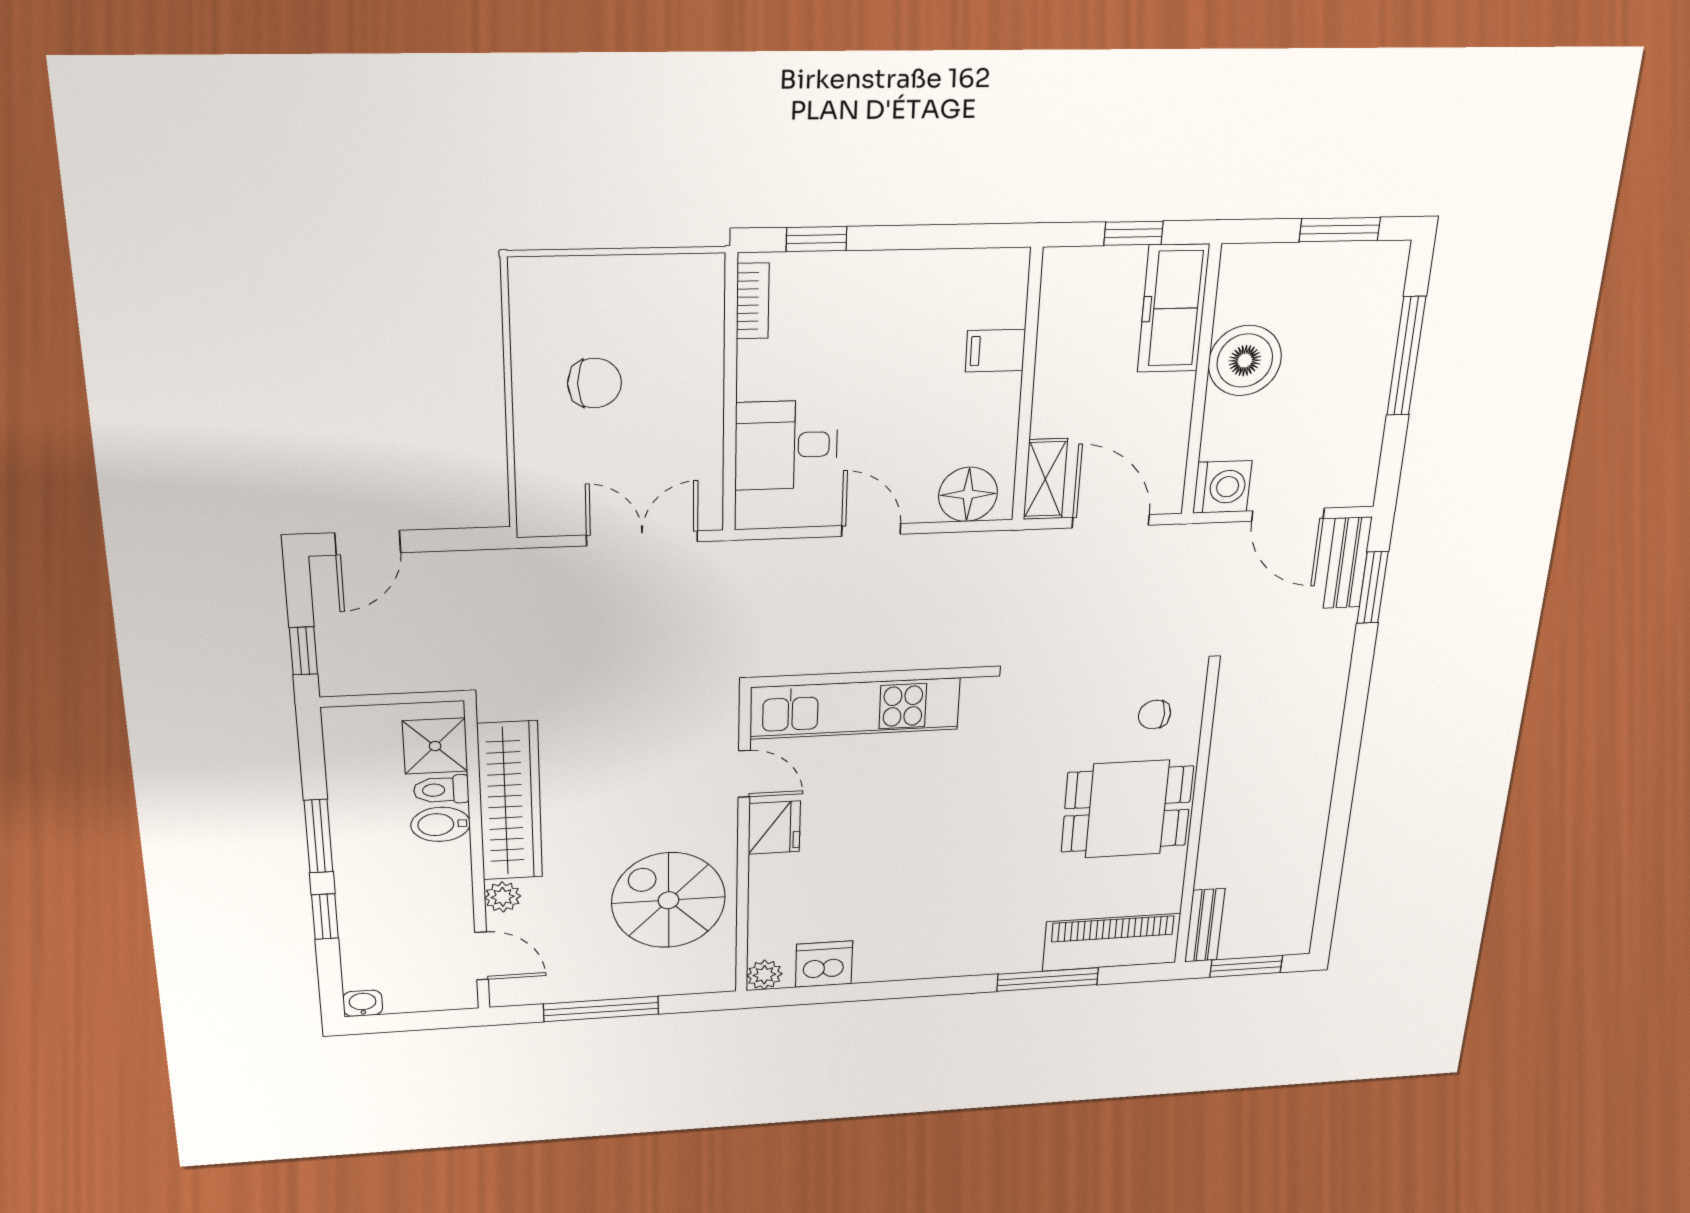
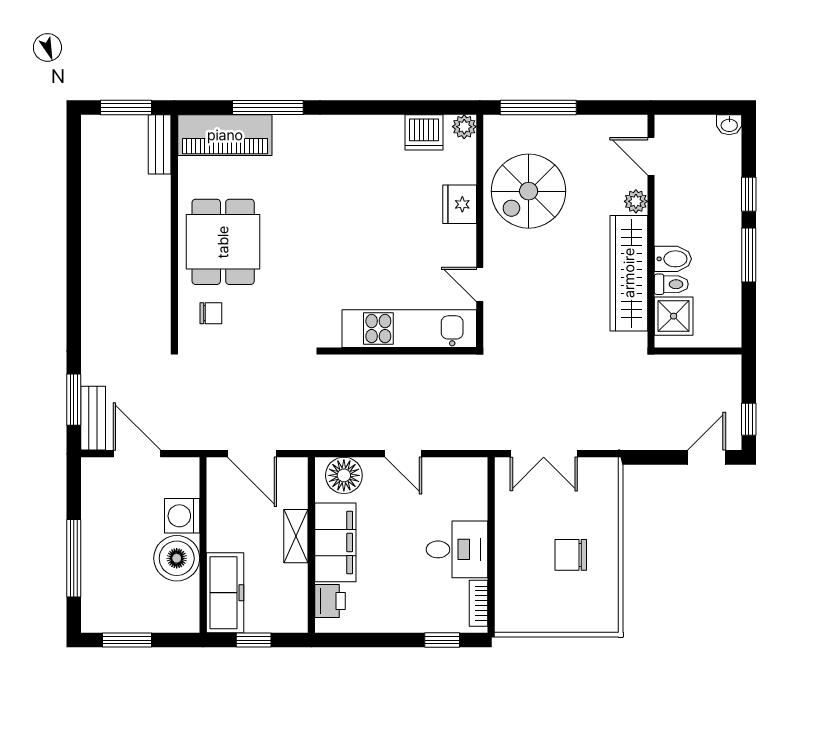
printer: (1003, 299) -> (330, 601), added
filing cabinet: (995, 351) -> (335, 542), width x3.00, depth x1.17
desk: (786, 445) -> (457, 549), moved
shelving: (1045, 479) -> (296, 536), moved
washing machine: (1222, 487) -> (182, 516), moved
window: (303, 651) -> (749, 419), moved
dining table: (1127, 809) -> (223, 242), turned 90
fridge: (774, 828) -> (460, 204), moved
spiral stairs: (668, 900) -> (529, 191), turned 90
window: (601, 1009) -> (538, 108), moved

